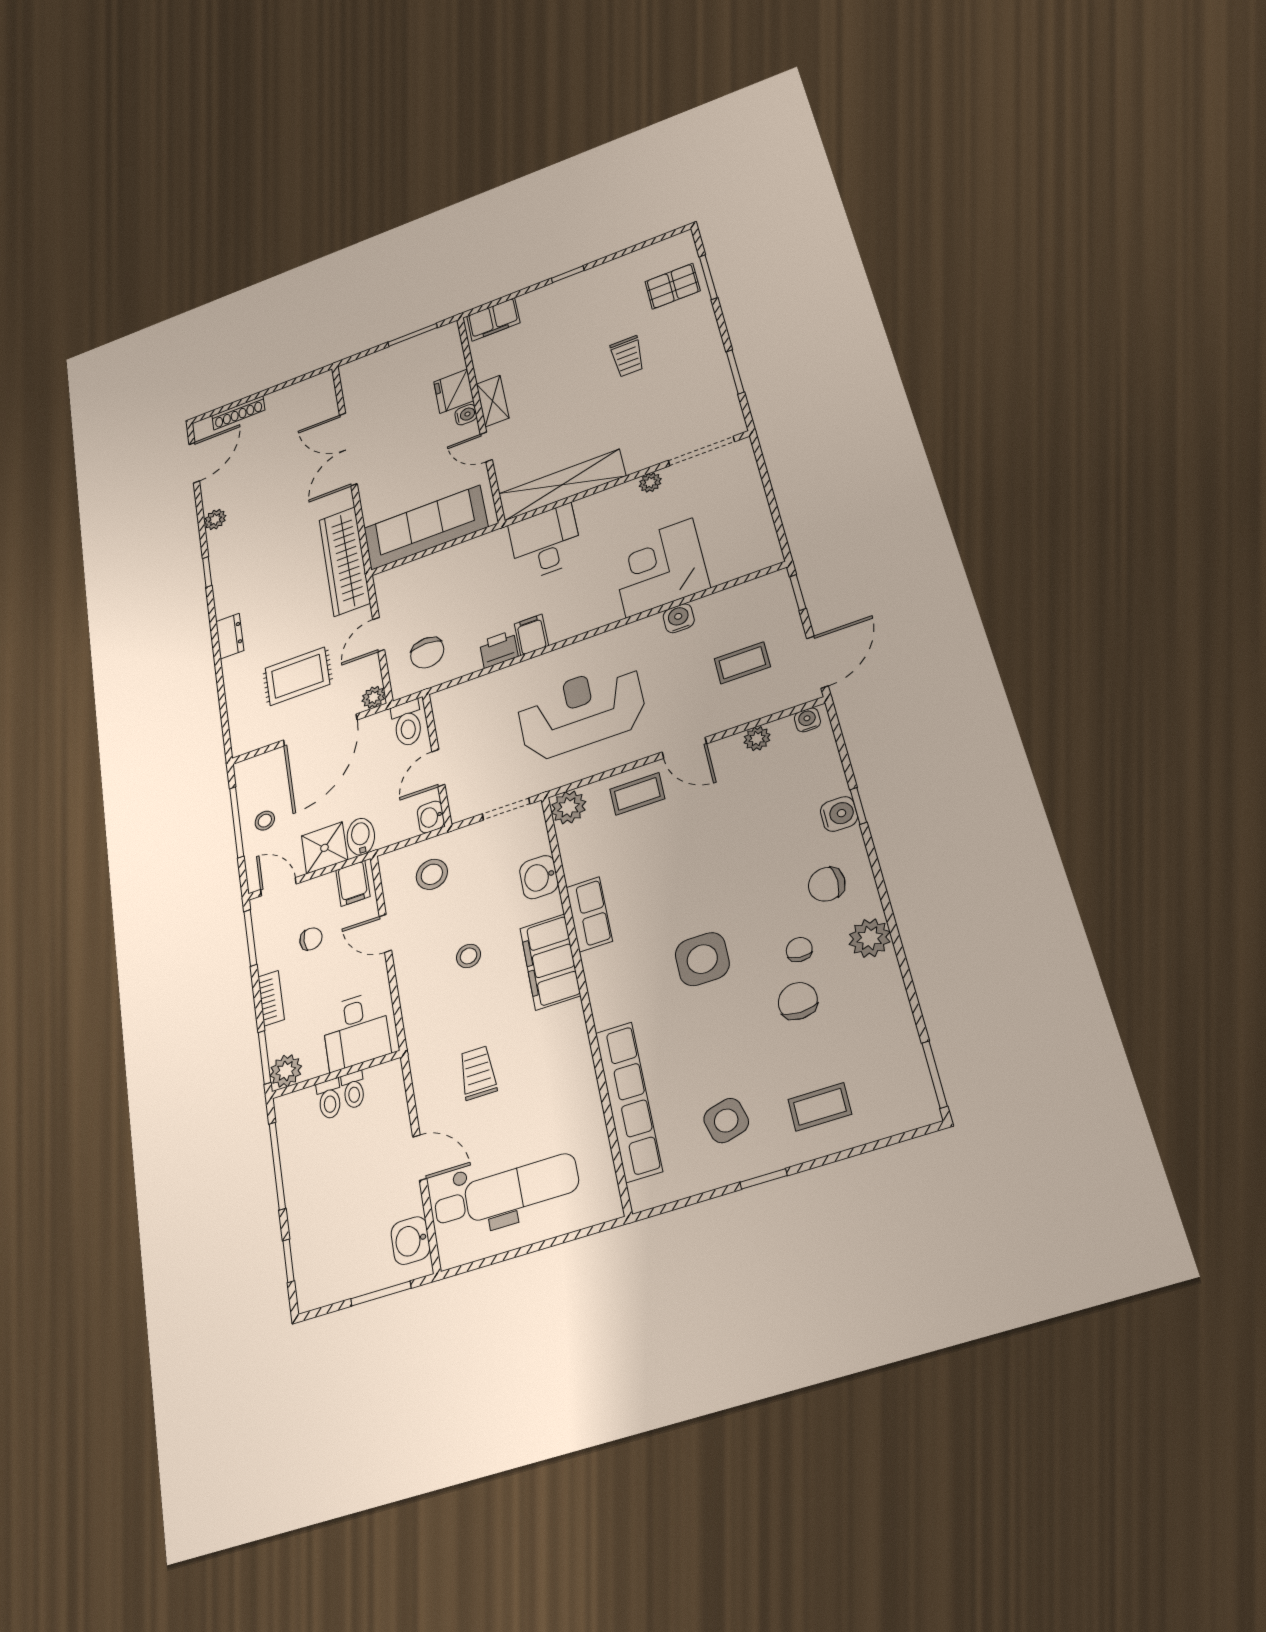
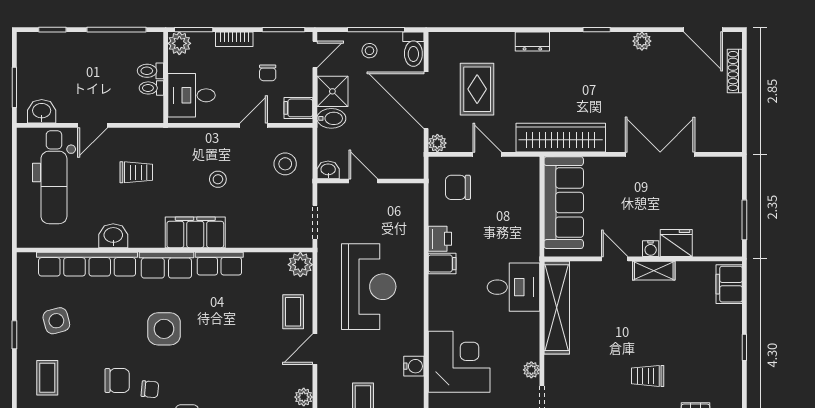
door: (486, 447) -> (615, 259), hinge flipped
toilet: (407, 724) -> (413, 49), moved, turned -90
washbasin: (539, 877) -> (113, 236), moved
row of seats: (606, 986) -> (166, 265), added

